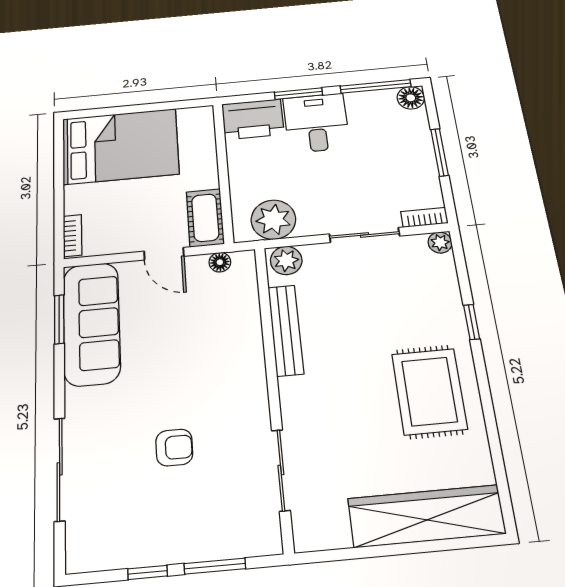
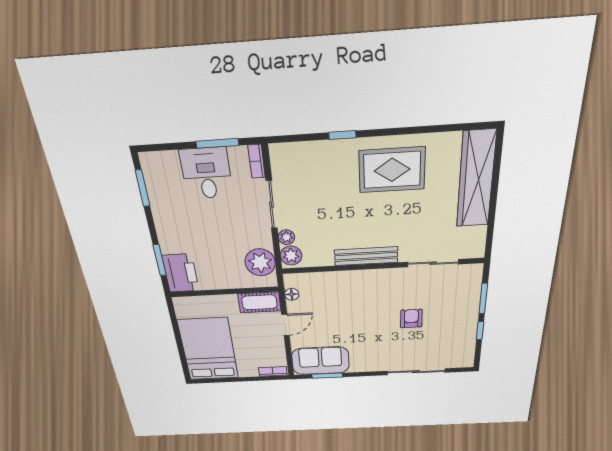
window: (376, 86) -> (143, 188), width x0.69
window: (298, 94) -> (160, 260), moved
floor lamp: (411, 98) -> (150, 162), removed
desk: (316, 123) -> (206, 173), moved, turned 90
window: (440, 152) -> (217, 143), moved
plant: (440, 243) -> (286, 237), moved
sofa: (92, 323) -> (320, 361), width x0.73
bench: (286, 330) -> (366, 256), moved

